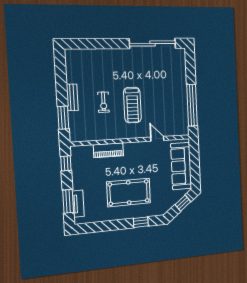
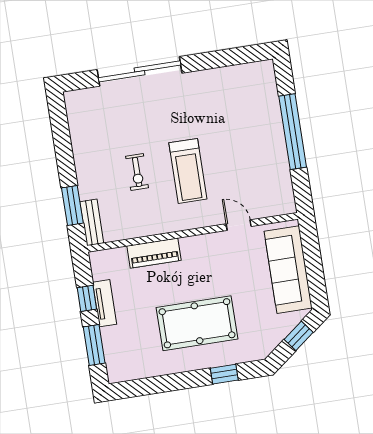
sliding door: (153, 43) -> (140, 71), moved
bench: (72, 97) -> (92, 222), moved
window: (192, 105) -> (293, 132), moved
window: (66, 163) -> (87, 298), moved
tv unit: (78, 204) -> (105, 303), moved

